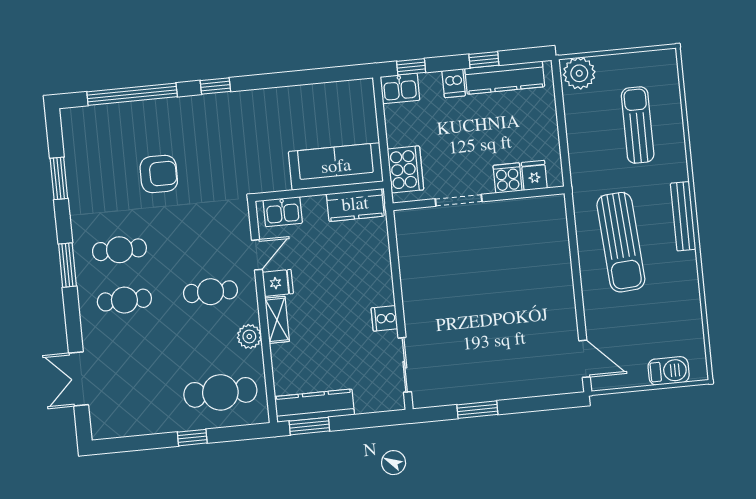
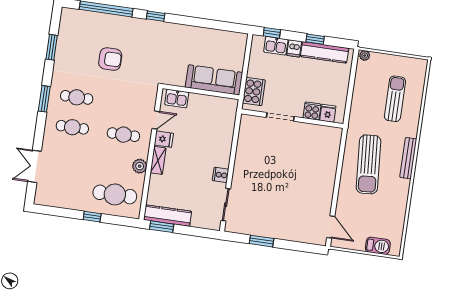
plant: (579, 73) -> (365, 55), width x0.53, depth x0.53
kitchen sink: (400, 88) -> (276, 46), moved
kitchen counter: (355, 205) -> (220, 105), removed

